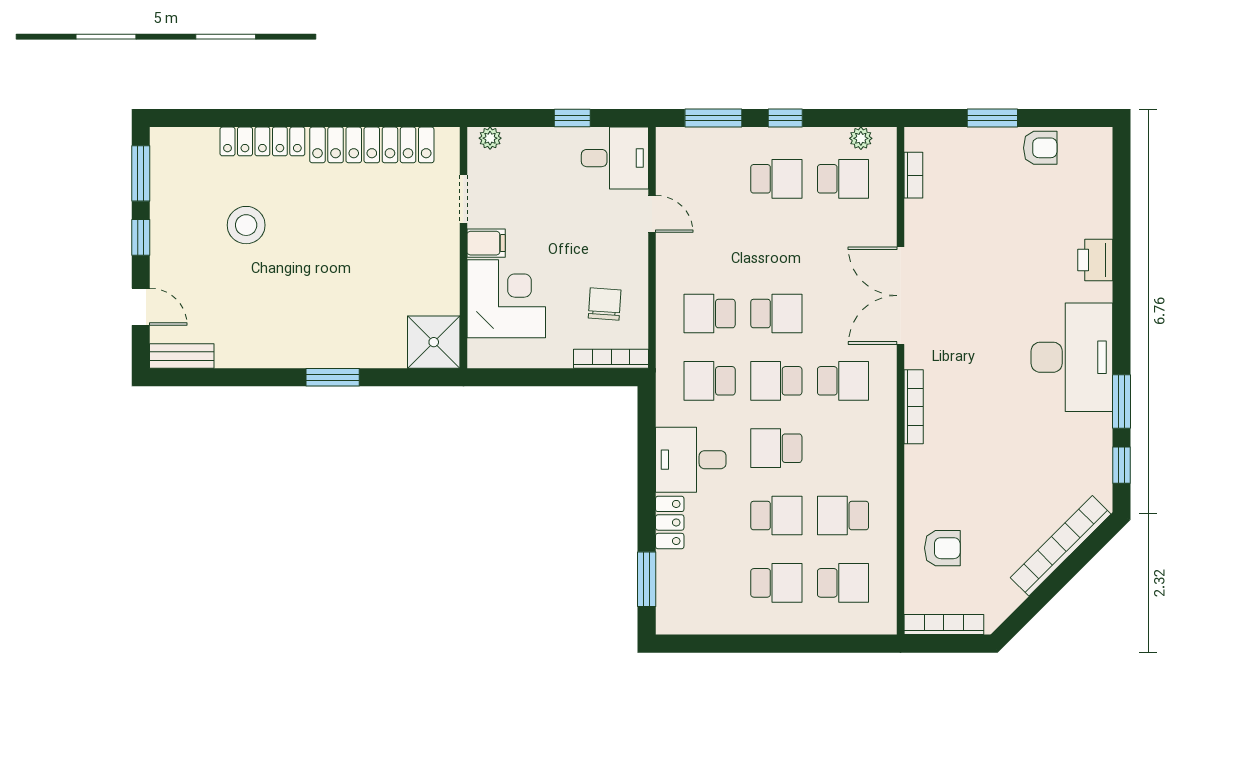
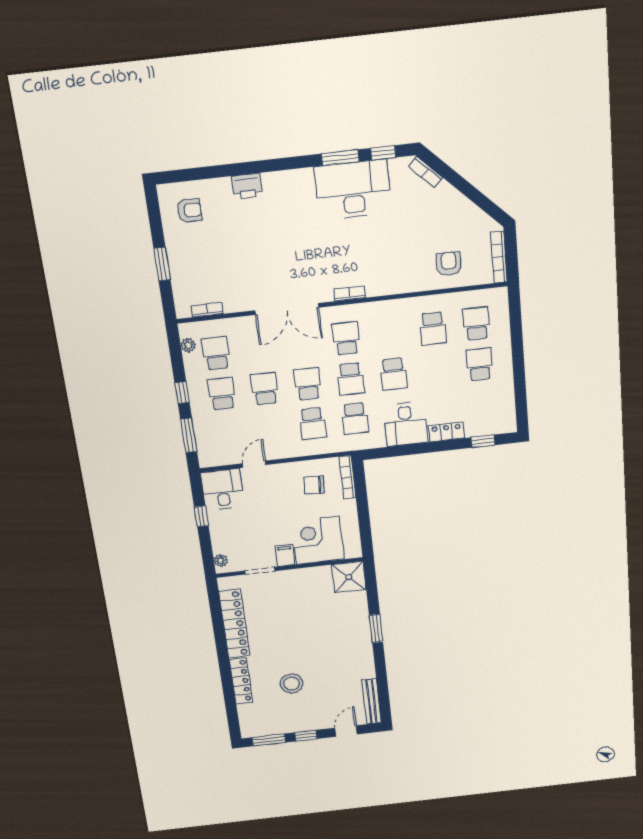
armchair: (1040, 148) -> (190, 210), moved, turned 90
bench: (182, 356) -> (372, 701), width x1.36
desk: (1072, 357) -> (353, 190), moved
bookcase: (914, 407) -> (349, 294), width x0.64
school desk: (776, 516) -> (265, 389), moved
bookcase: (1061, 546) -> (425, 172), width x0.43, depth x0.76
window: (647, 579) -> (483, 441), width x0.67

